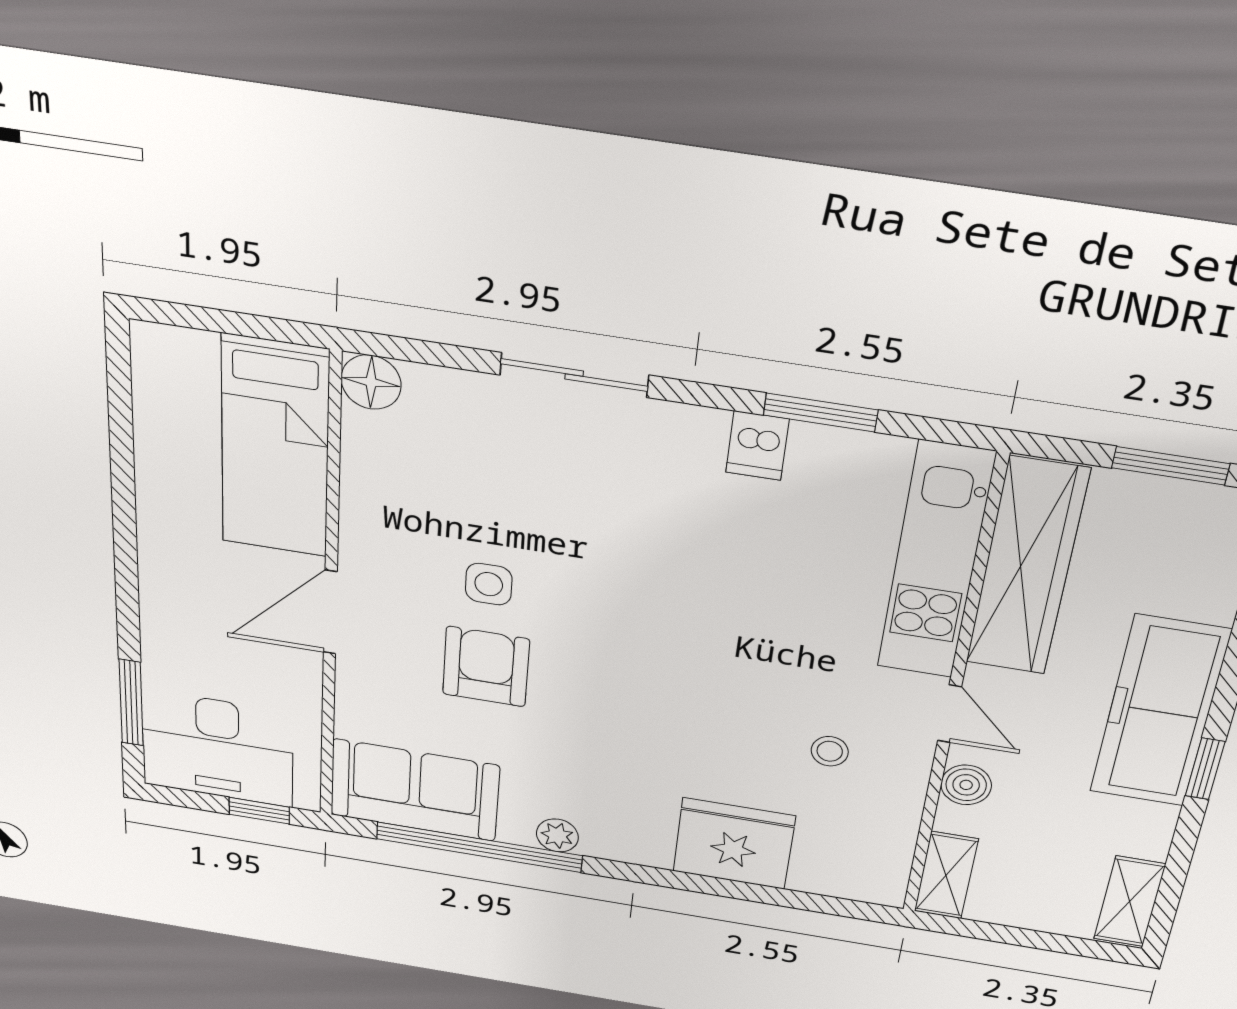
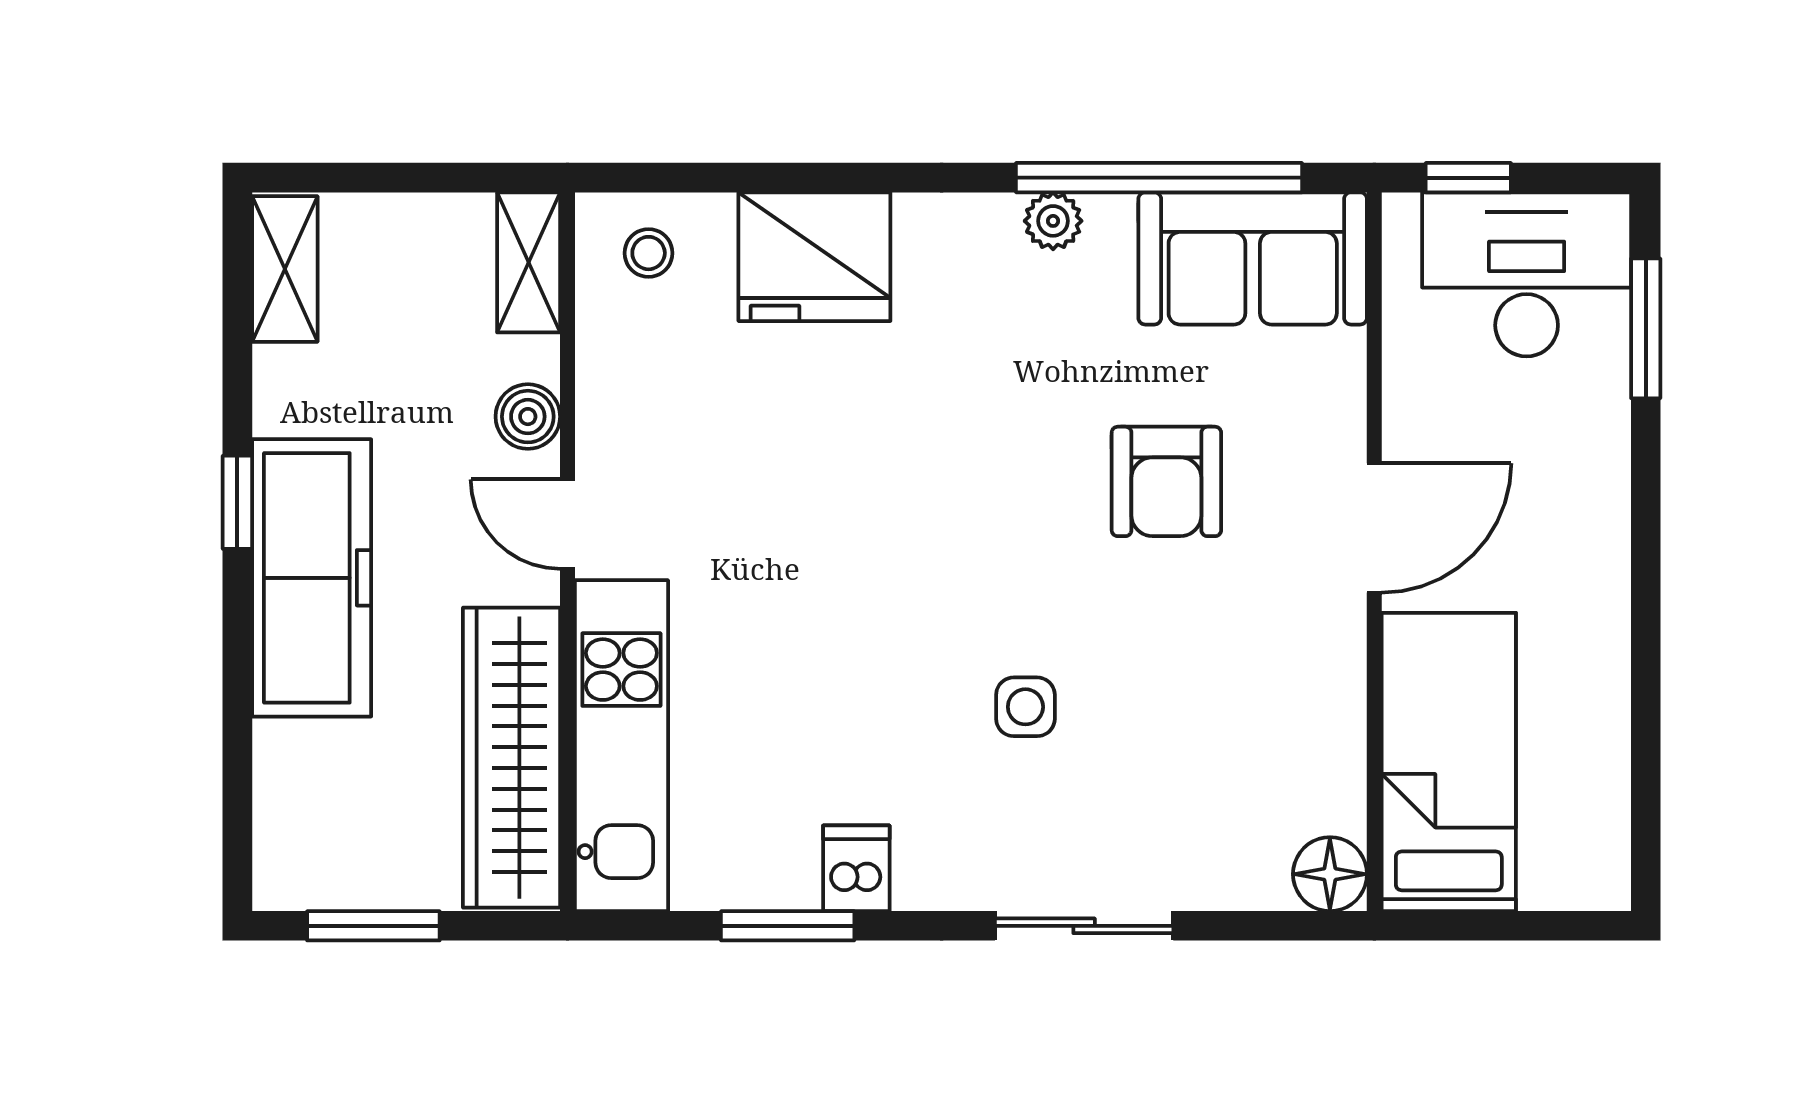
side table: (489, 584) -> (1025, 707), moved
stool: (830, 751) -> (649, 253), moved

